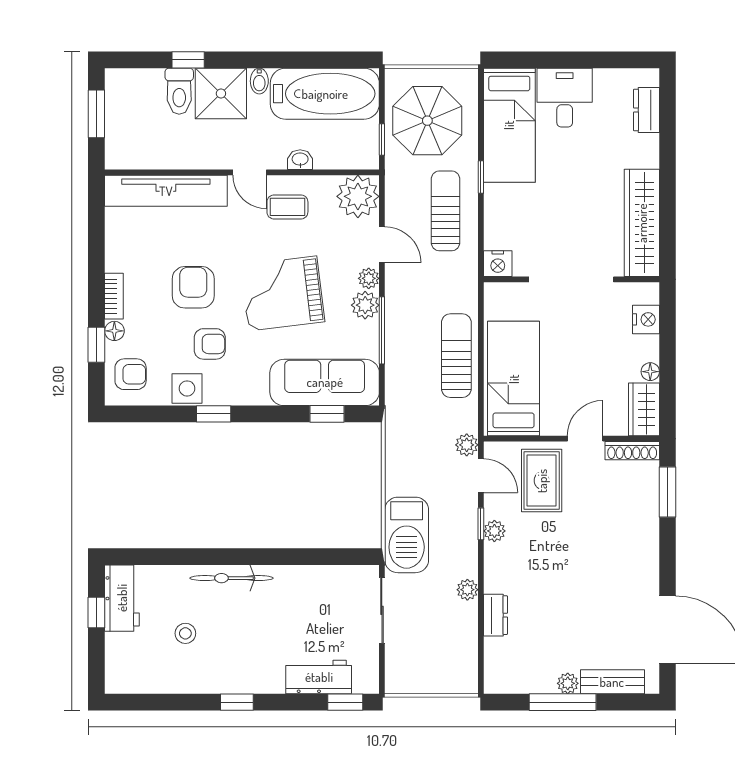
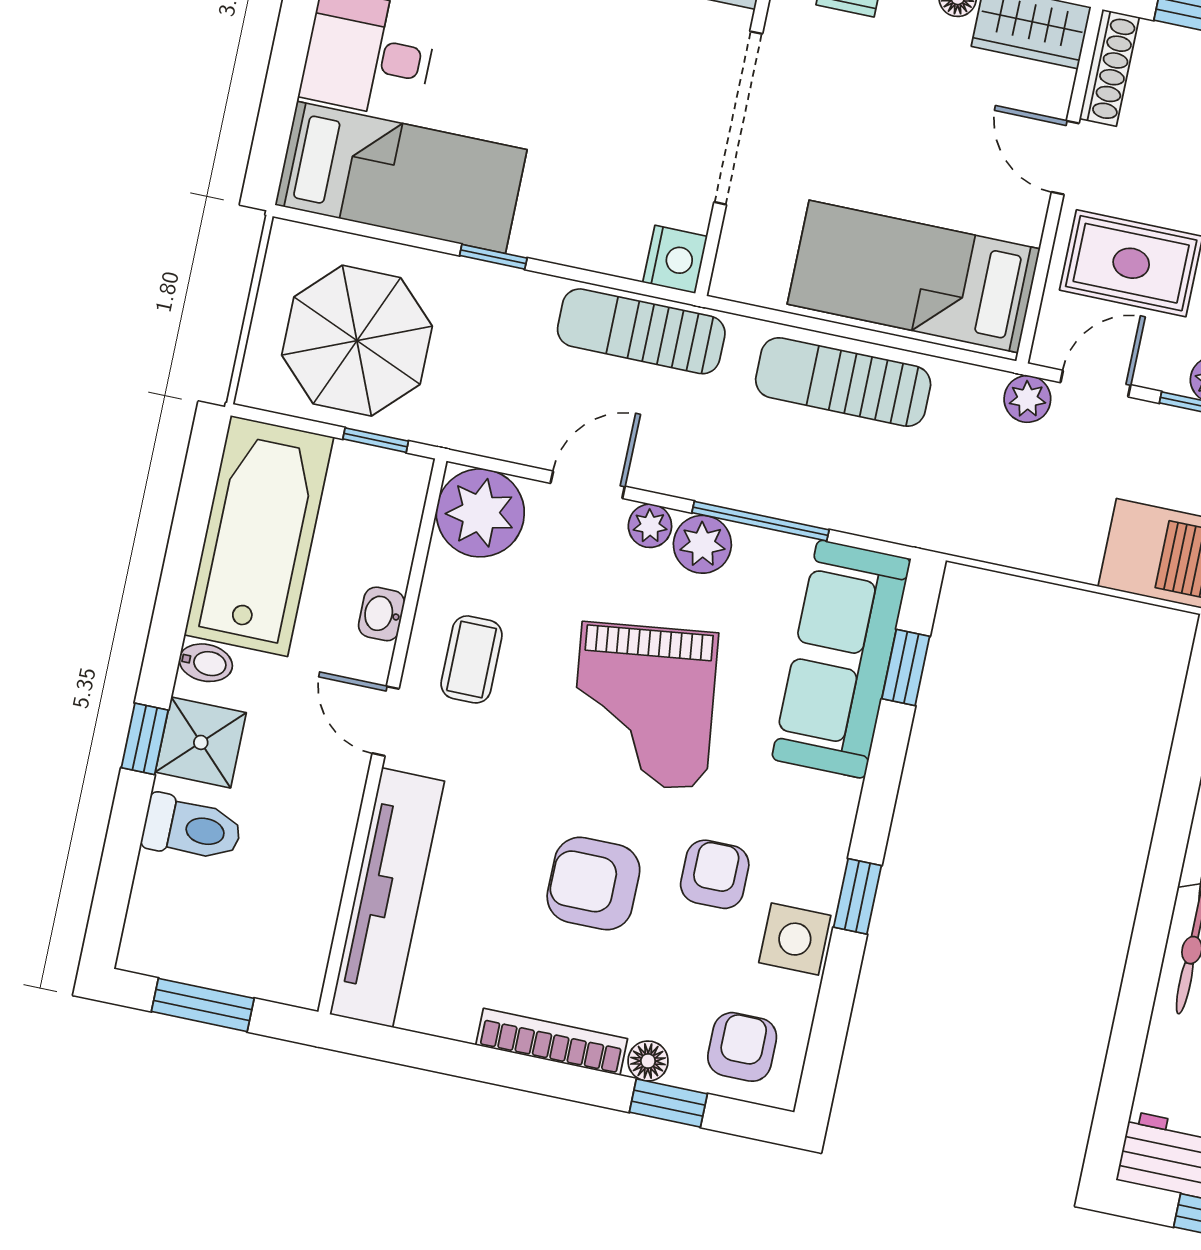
window: (188, 60) -> (145, 739), moved
shower: (221, 94) -> (201, 742), width x0.73, depth x0.73
door: (250, 172) -> (386, 721), swing flipped
sun lounger: (445, 211) -> (641, 331), moved
bookcase: (114, 296) -> (552, 1042), width x1.56

